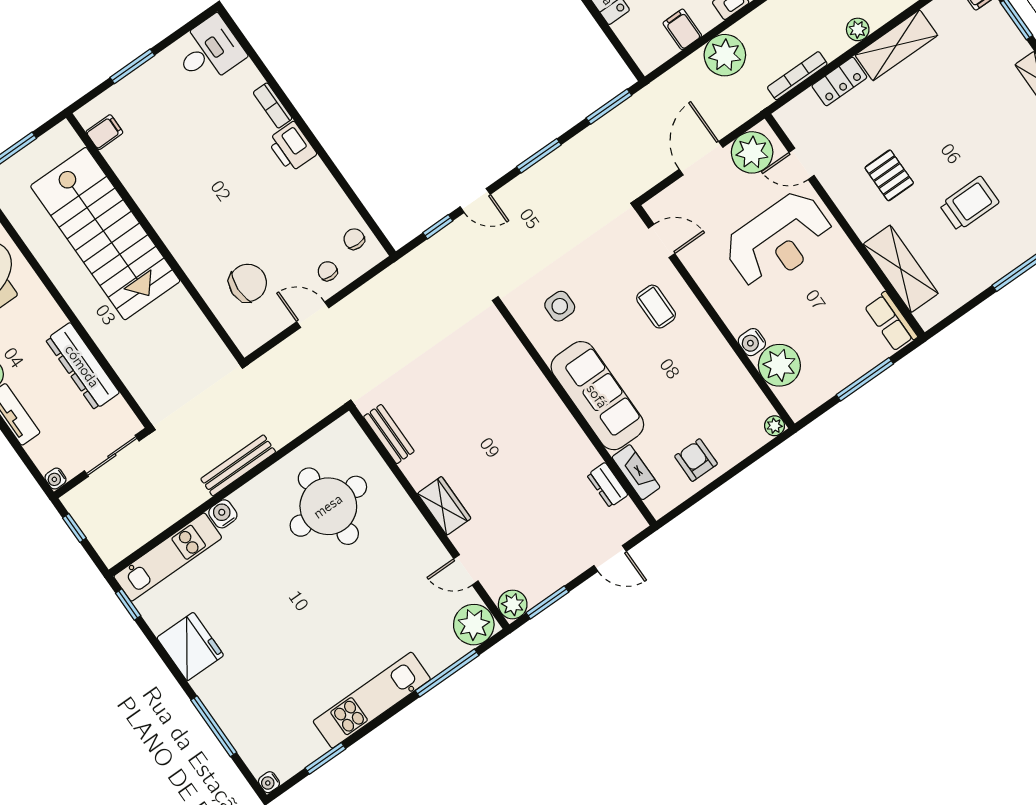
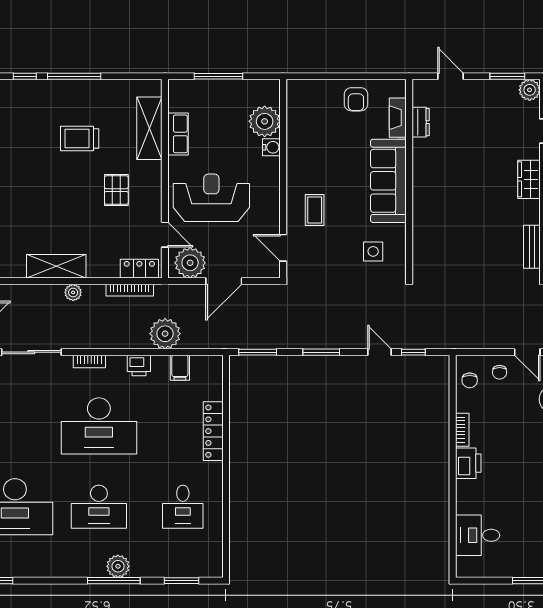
desk: (209, 51) -> (478, 535), moved
locker: (839, 81) -> (139, 269), moved
bookcase: (273, 105) -> (462, 430), moved
row of seats: (891, 322) -> (178, 134), moved
plant: (775, 426) -> (293, 87), removed

